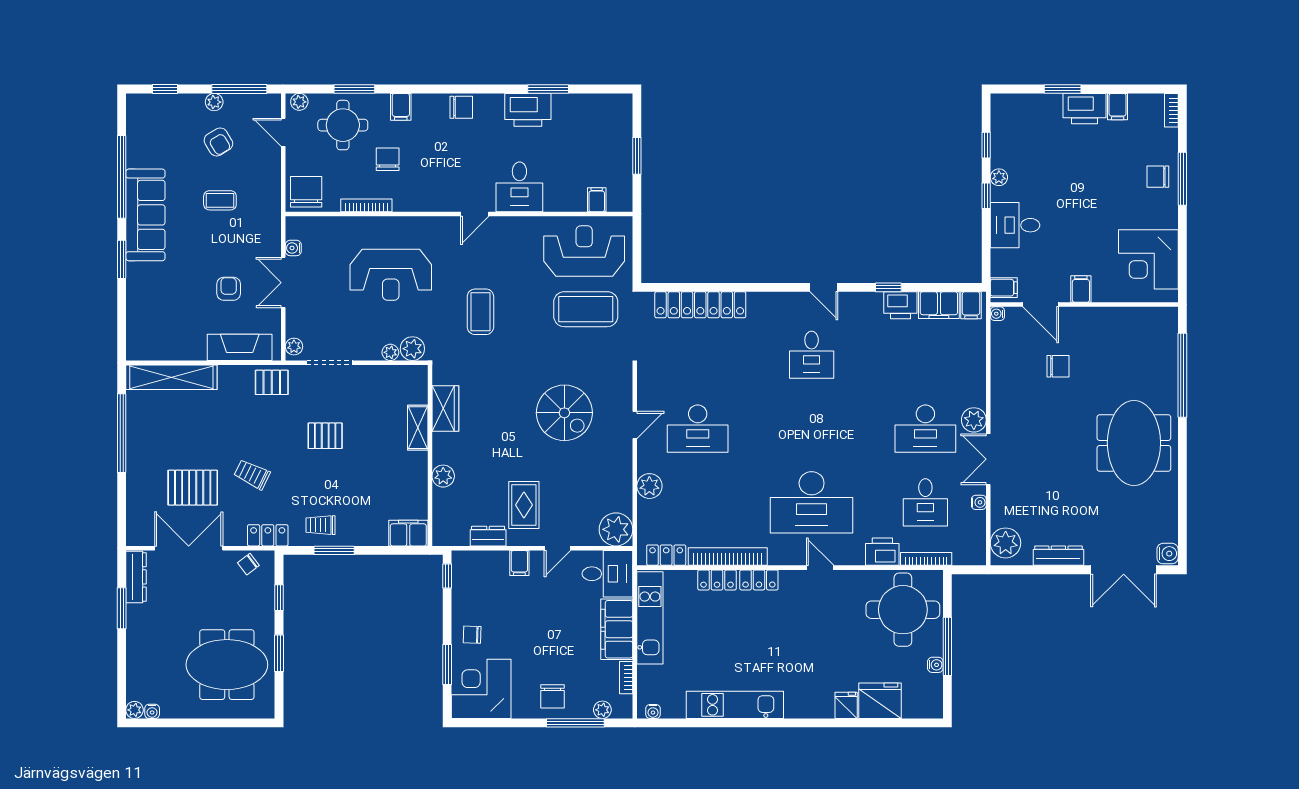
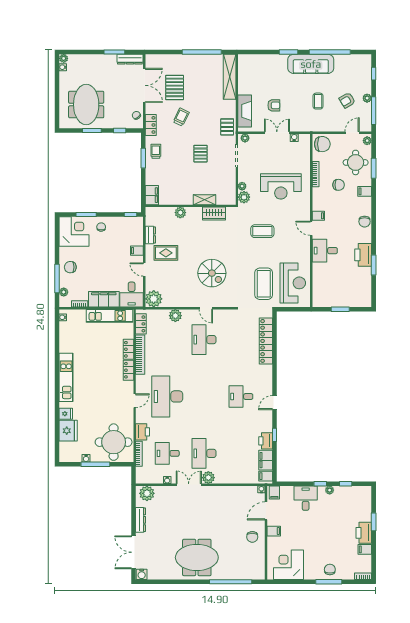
filing cabinet: (597, 200) -> (318, 216), moved
reception desk: (391, 275) -> (281, 186), turned -90
chair: (1058, 366) -> (252, 537), moved
spiral stairs: (564, 413) -> (212, 273), turned -90
kitchen unit: (735, 705) -> (66, 377), moved

